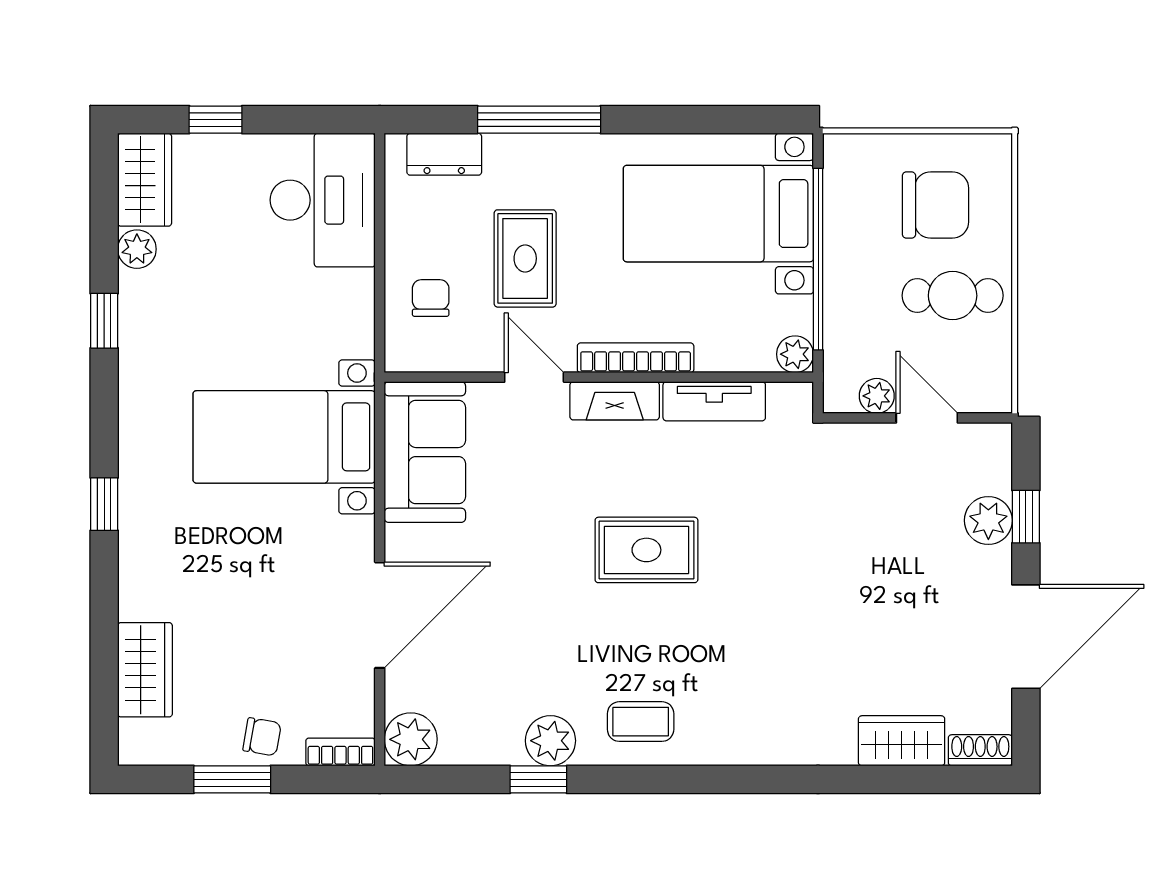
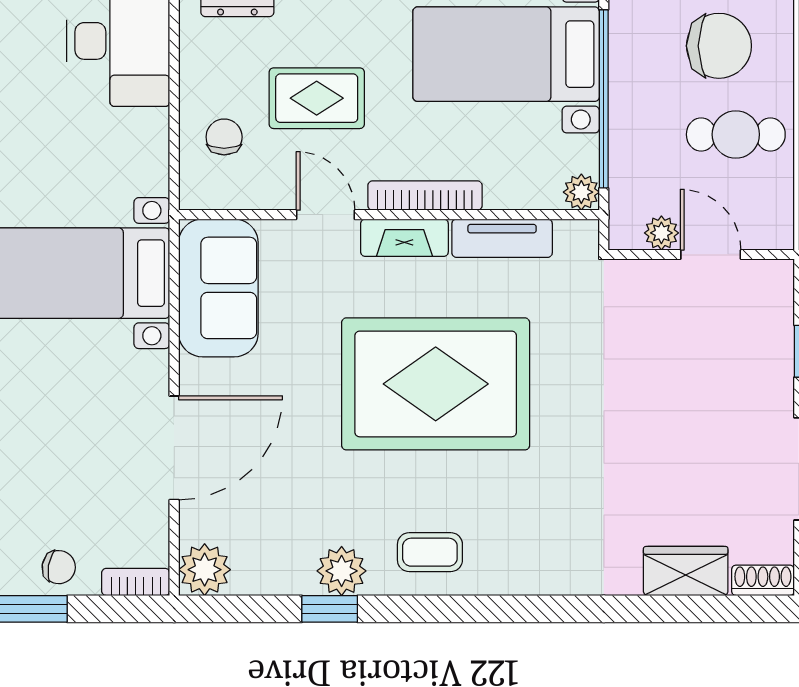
rug: (525, 258) -> (317, 98), turned 90
plant: (988, 520) -> (771, 355), removed
rug: (646, 550) -> (436, 384), width x1.86, depth x2.06

